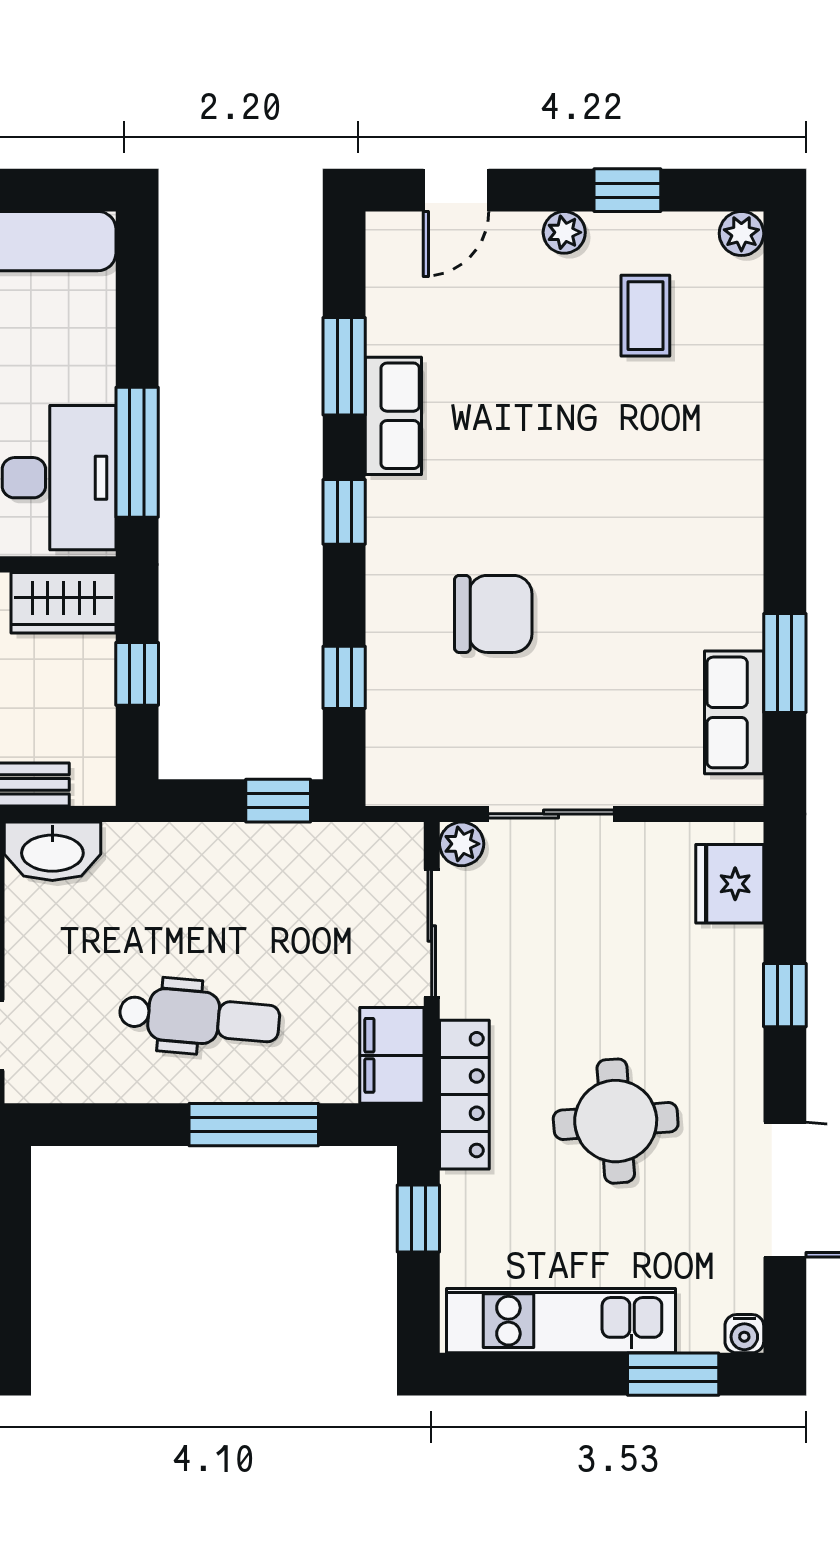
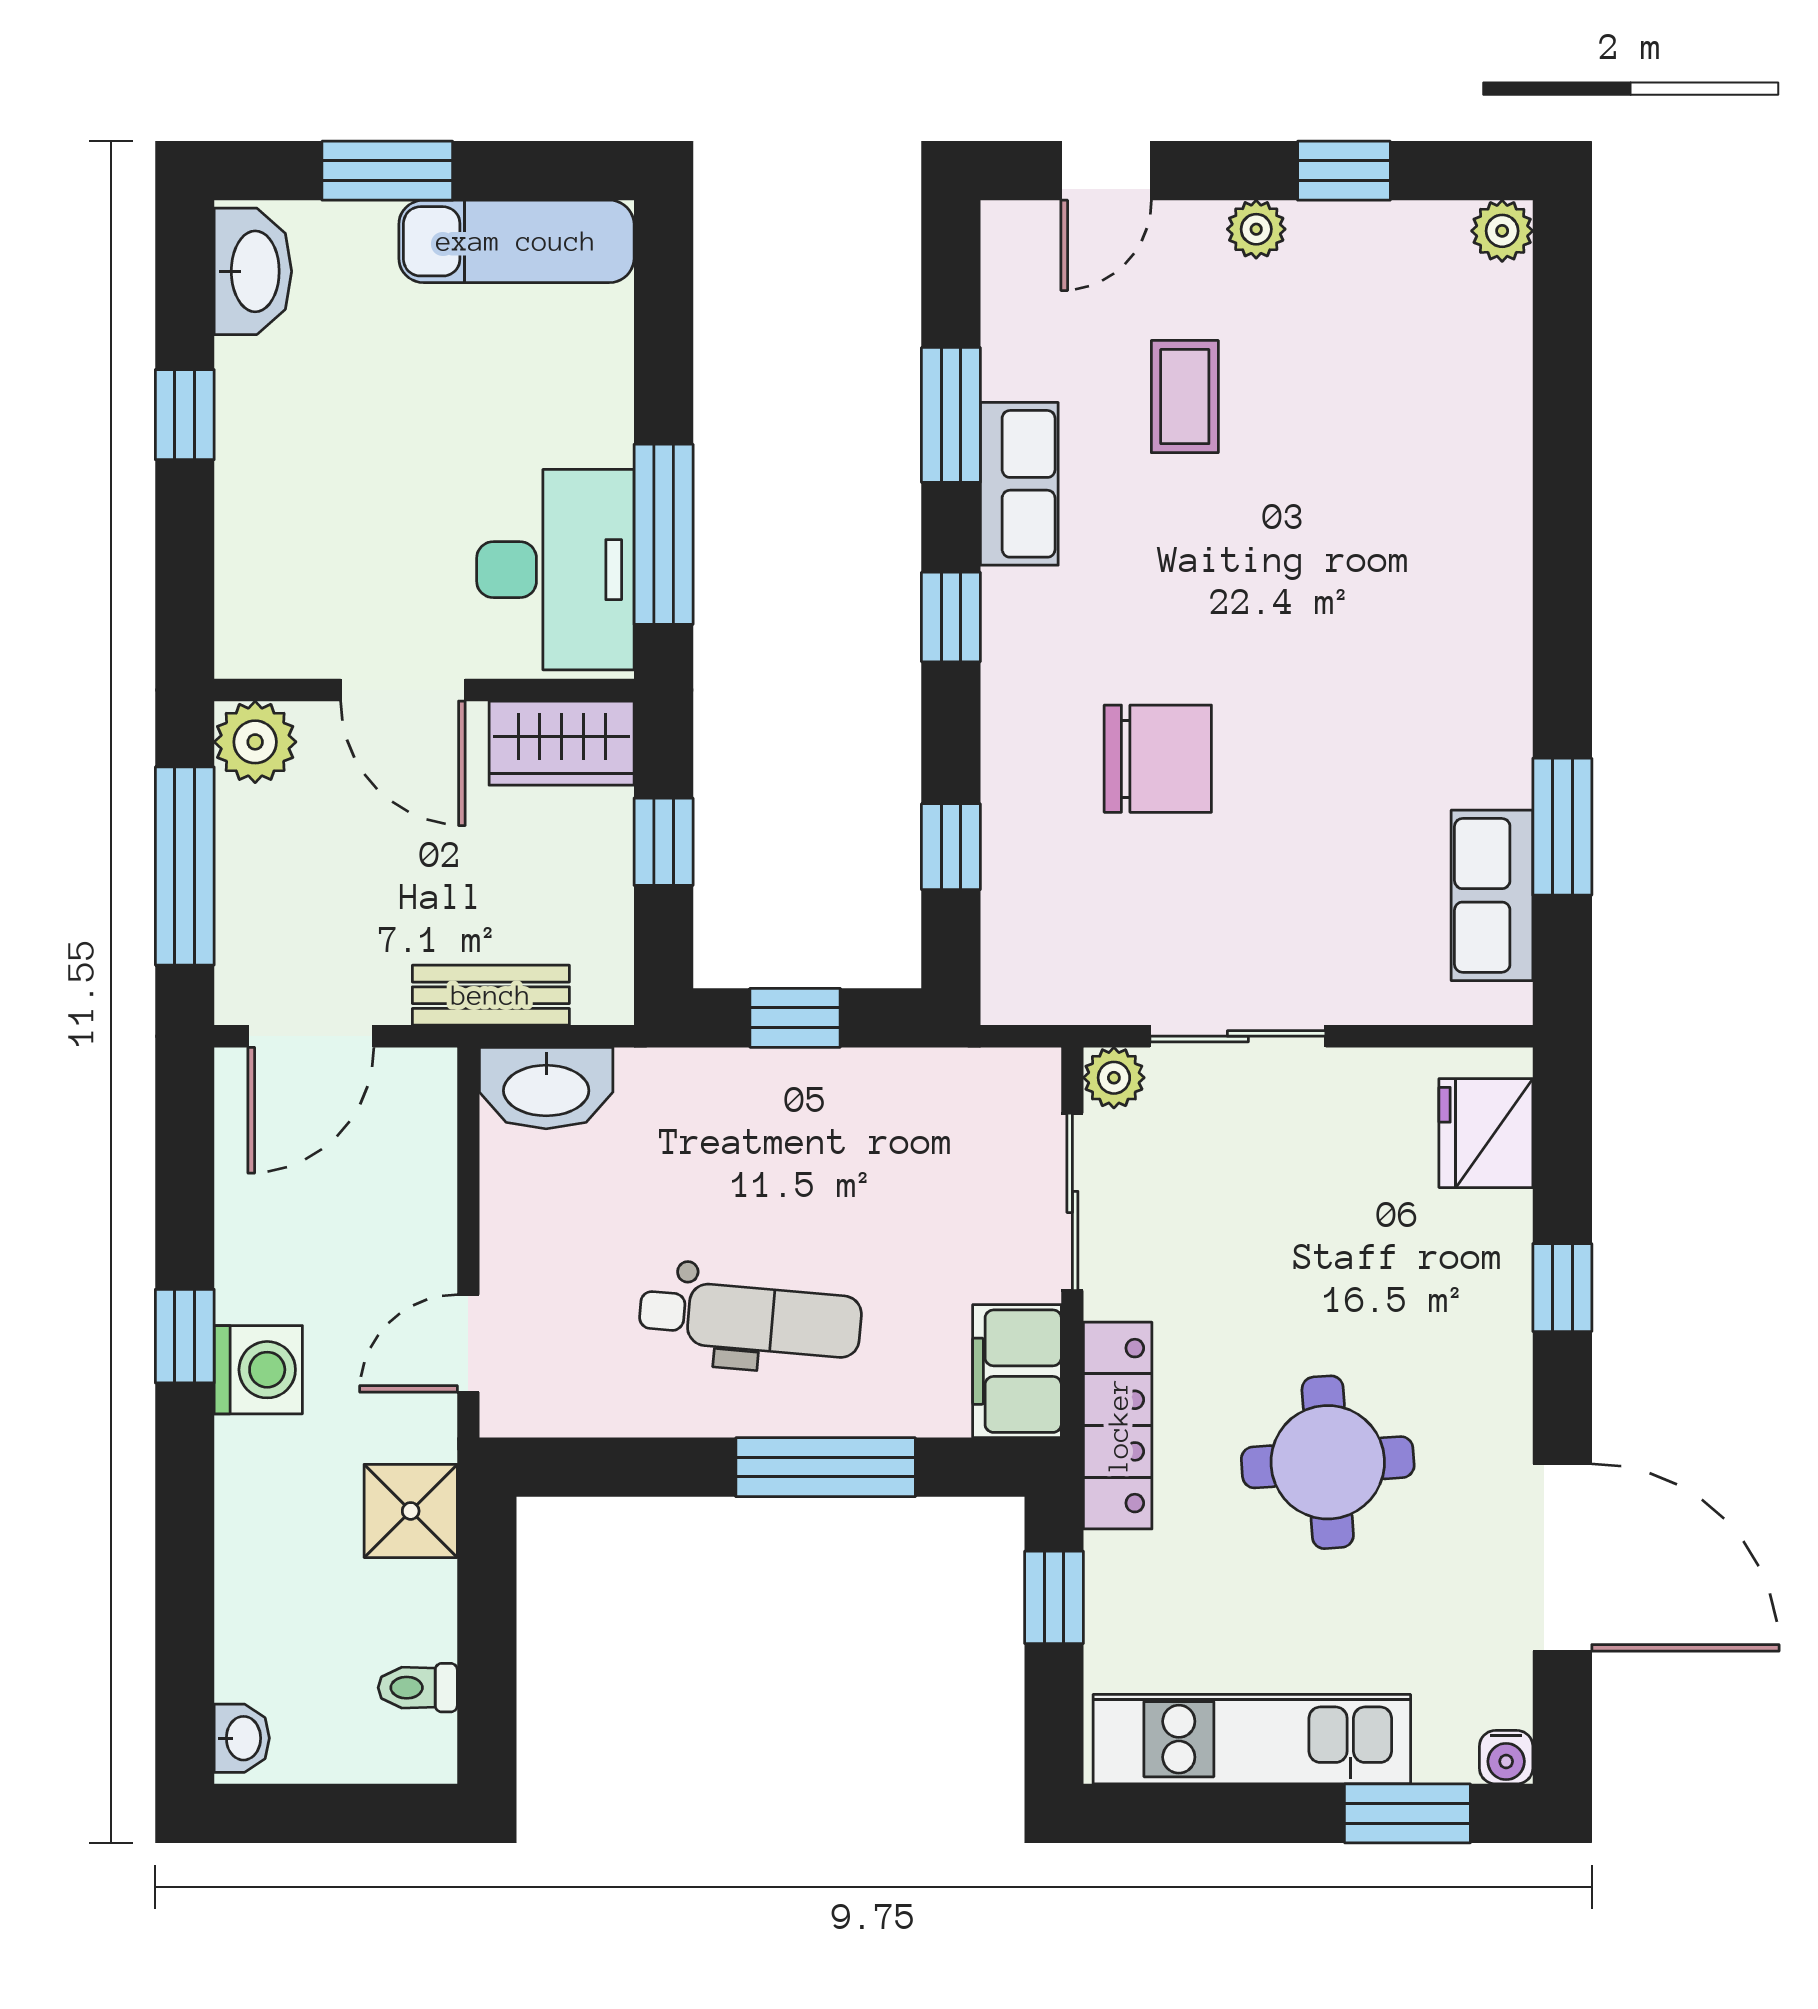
coffee table: (645, 316) -> (1185, 397), moved
window: (278, 801) -> (795, 1018), moved

